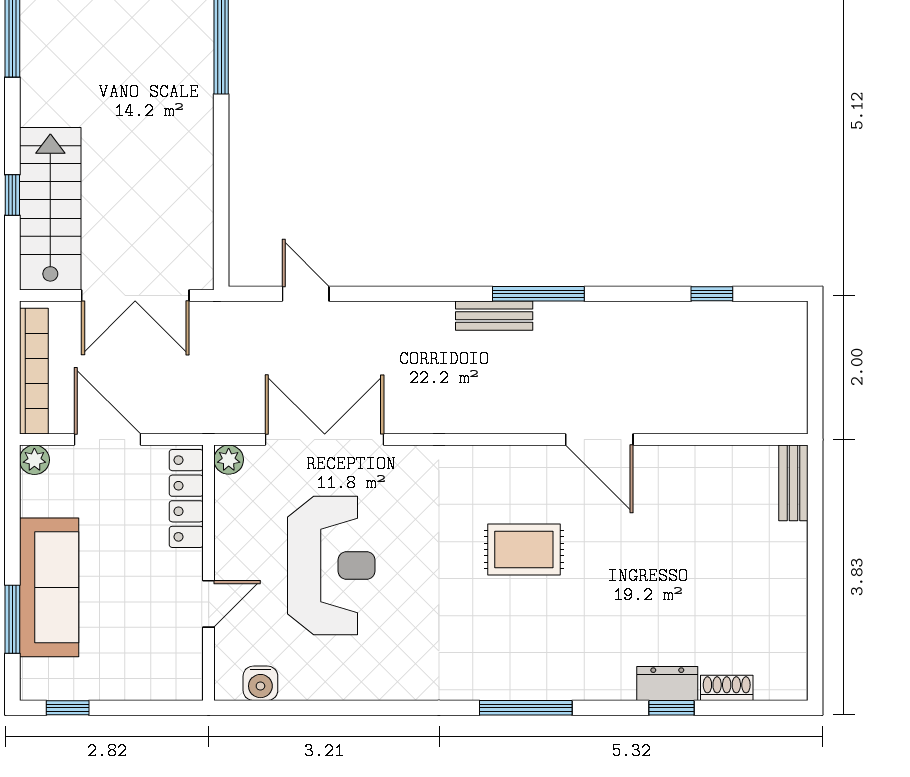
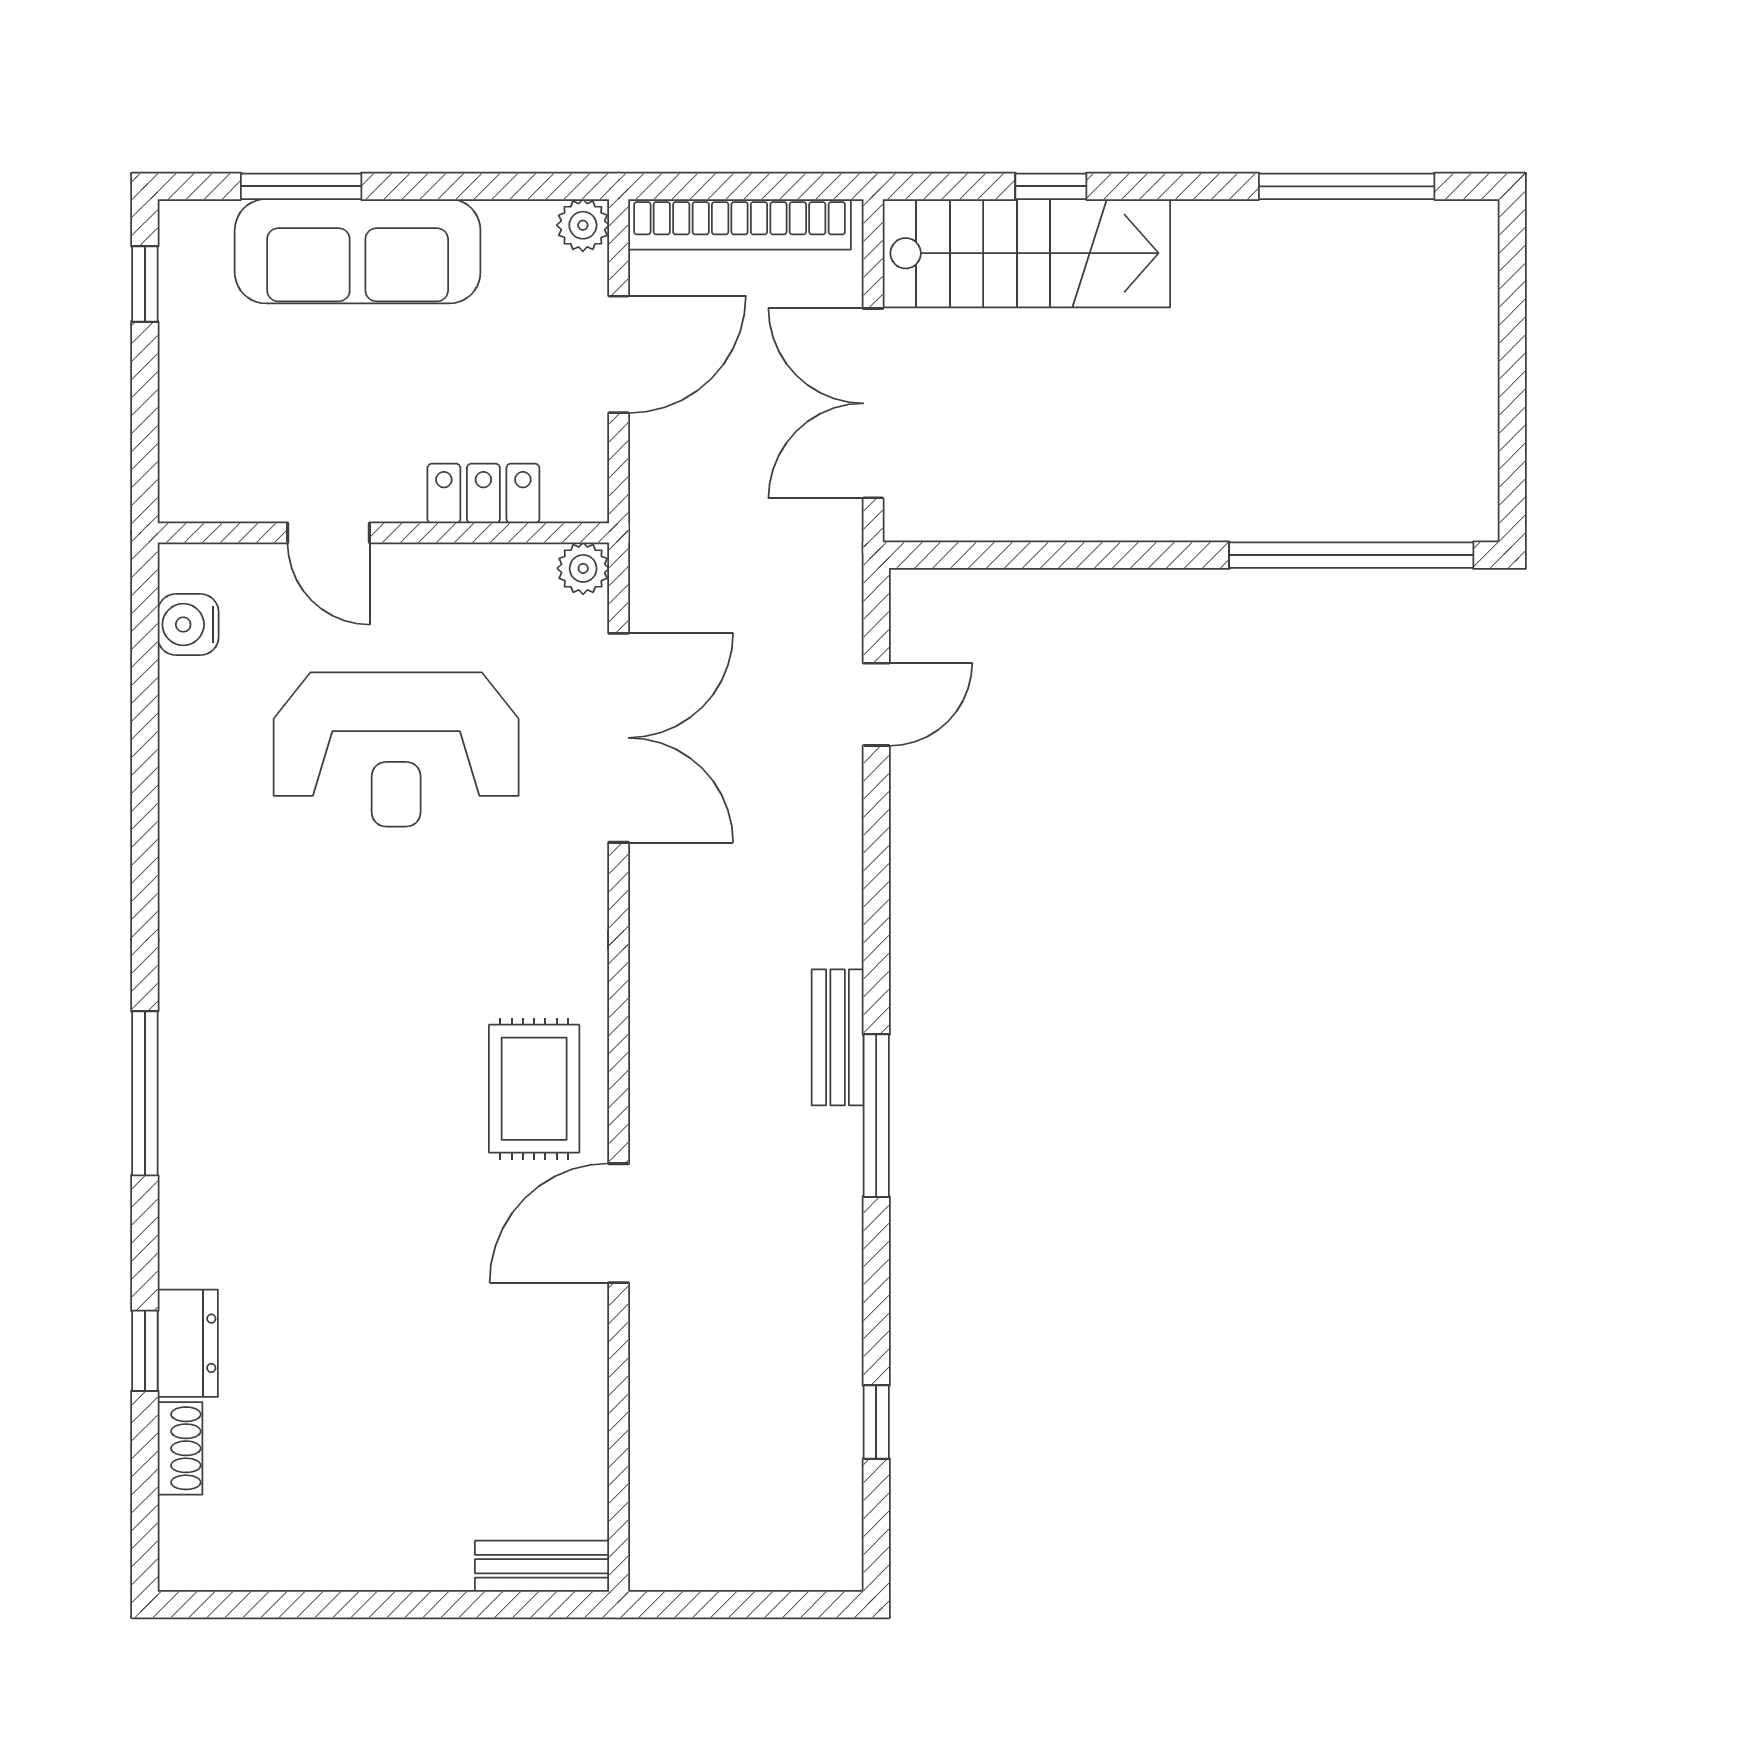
locker: (186, 498) -> (483, 493), width x0.66
rug: (524, 549) -> (534, 1089), moved

